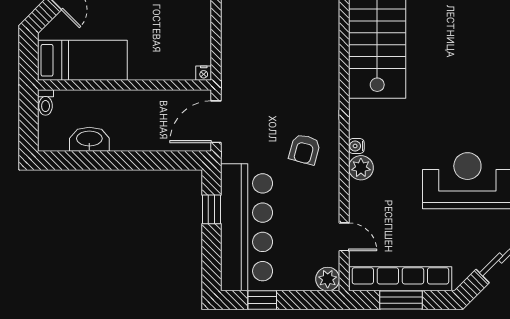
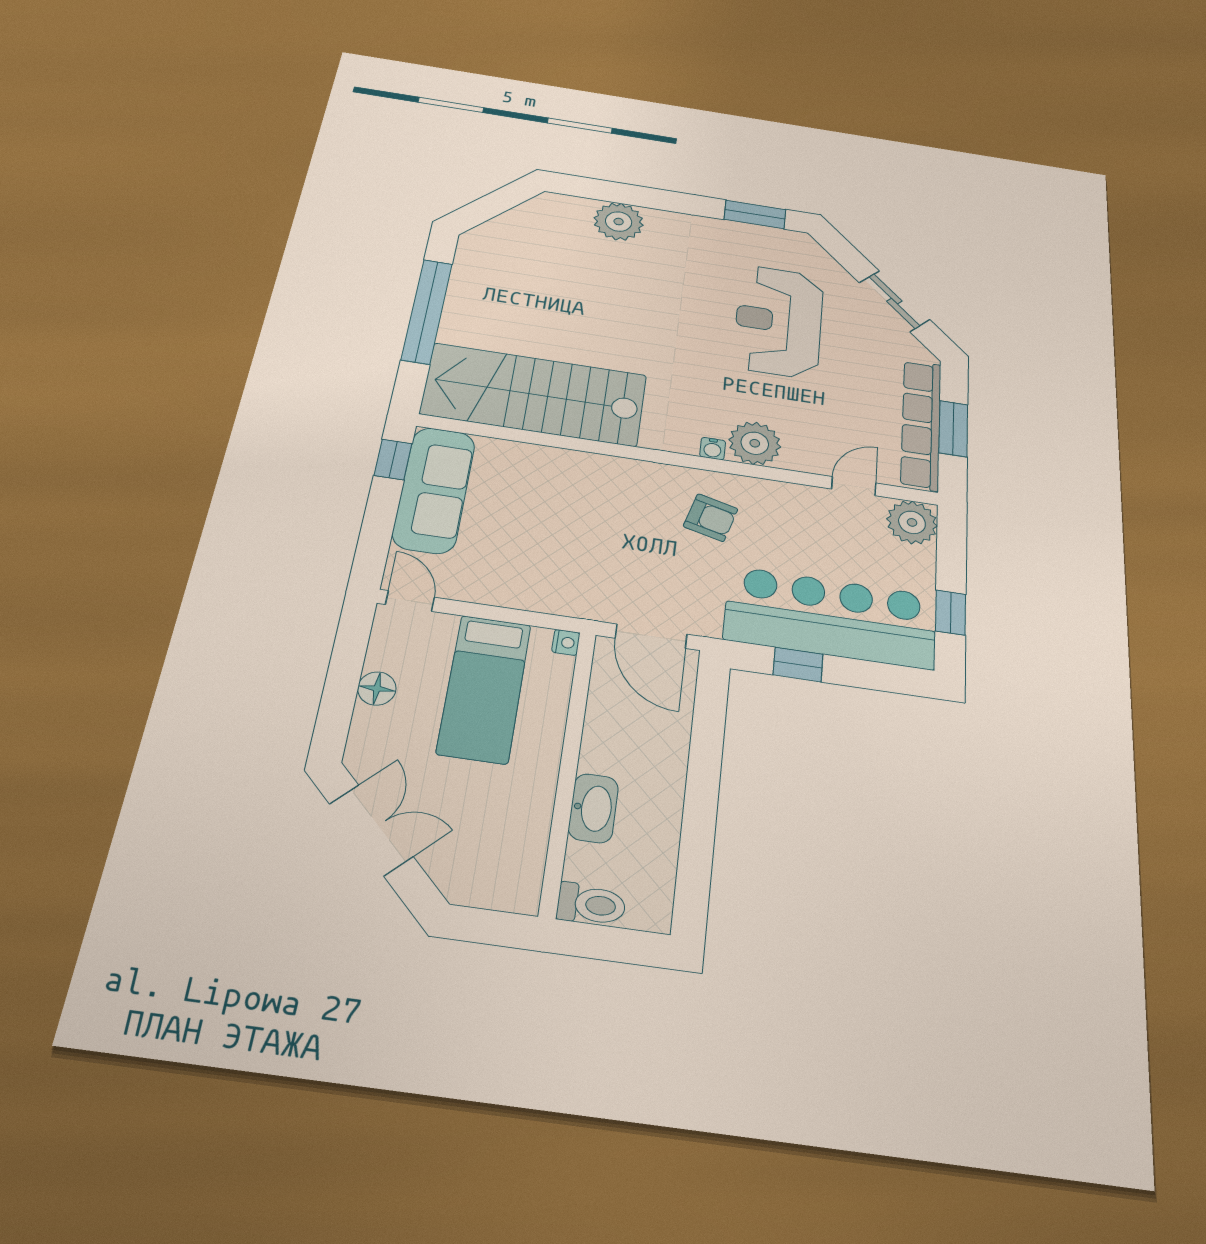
bed: (82, 60) -> (484, 688), moved, turned 180
toilet: (46, 102) -> (591, 904), width x1.37, depth x1.39
washbasin: (89, 139) -> (593, 808), moved, turned 180
plant: (361, 168) -> (755, 443), width x1.36, depth x1.36
plant: (328, 279) -> (912, 522), width x1.36, depth x1.36

